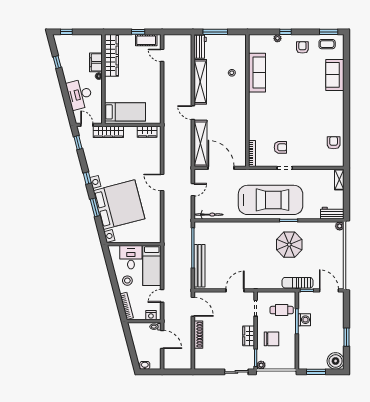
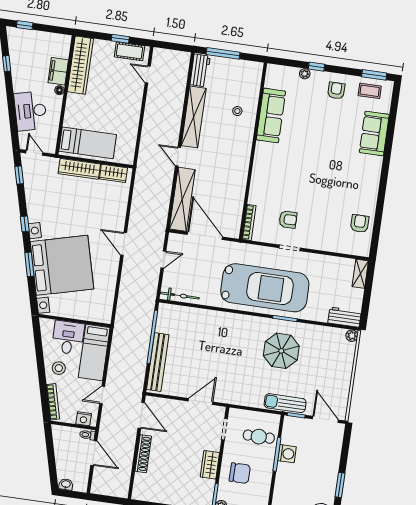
wardrobe: (108, 132) -> (79, 169), moved

